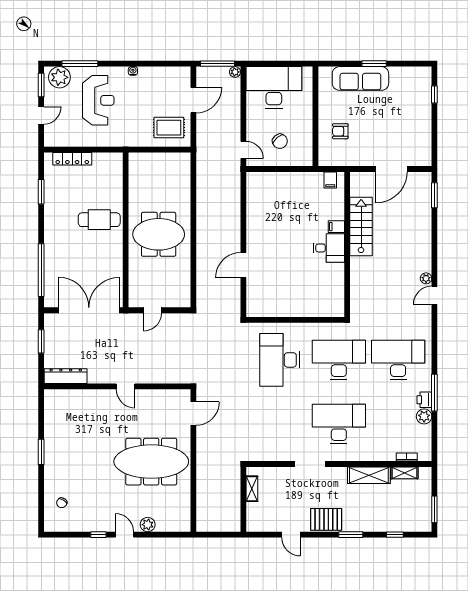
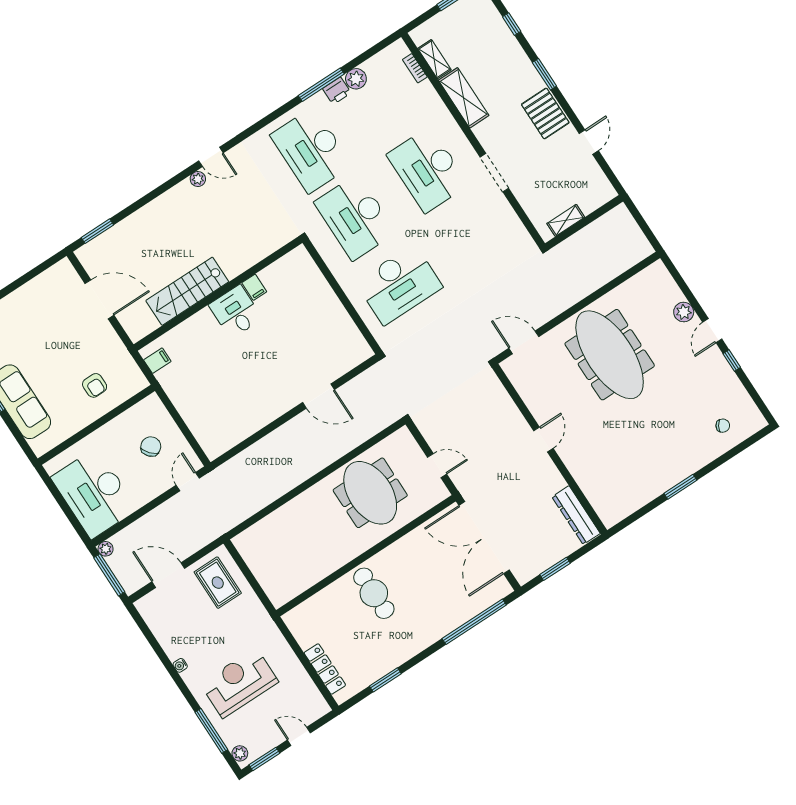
plant: (59, 77) -> (240, 753), width x0.53, depth x0.53
filing cabinet: (336, 227) -> (254, 287), moved
meeting table: (159, 234) -> (370, 493), moved

